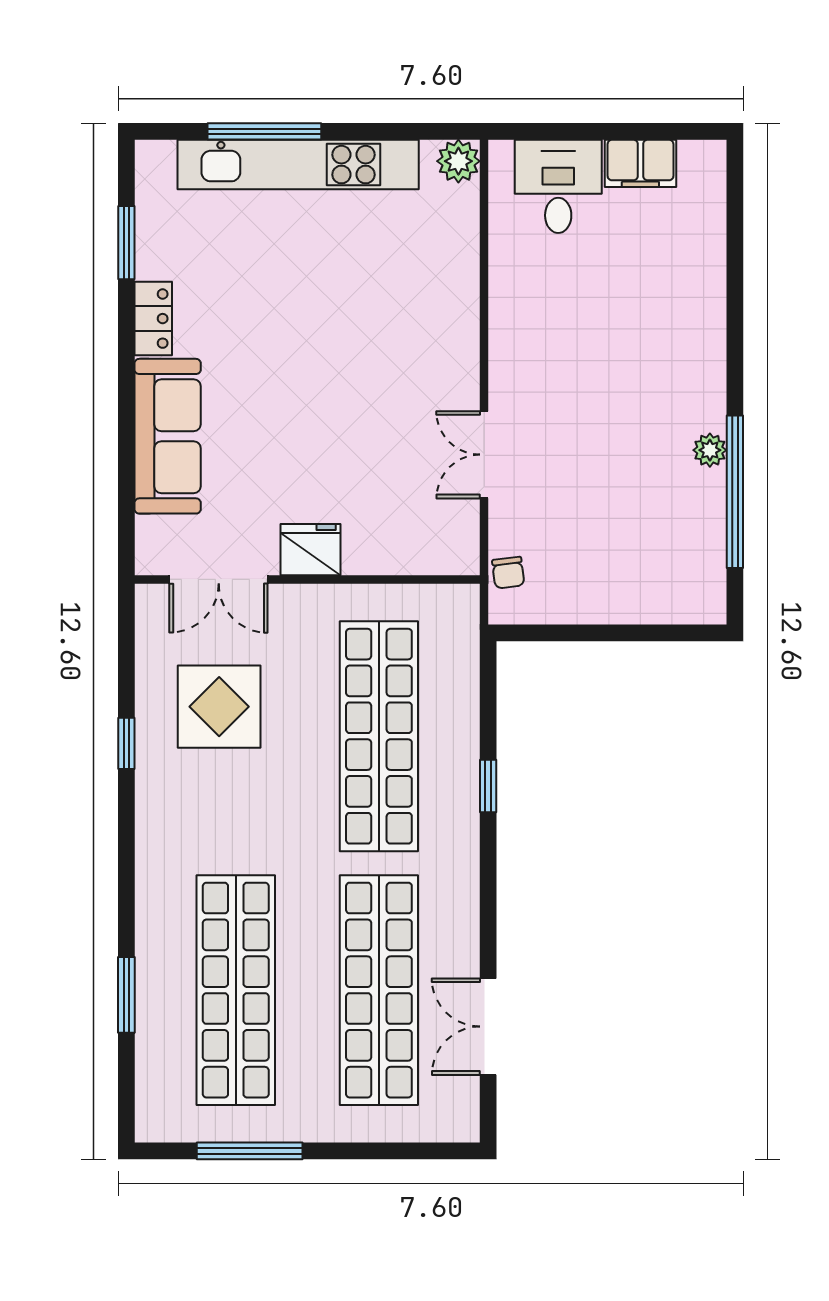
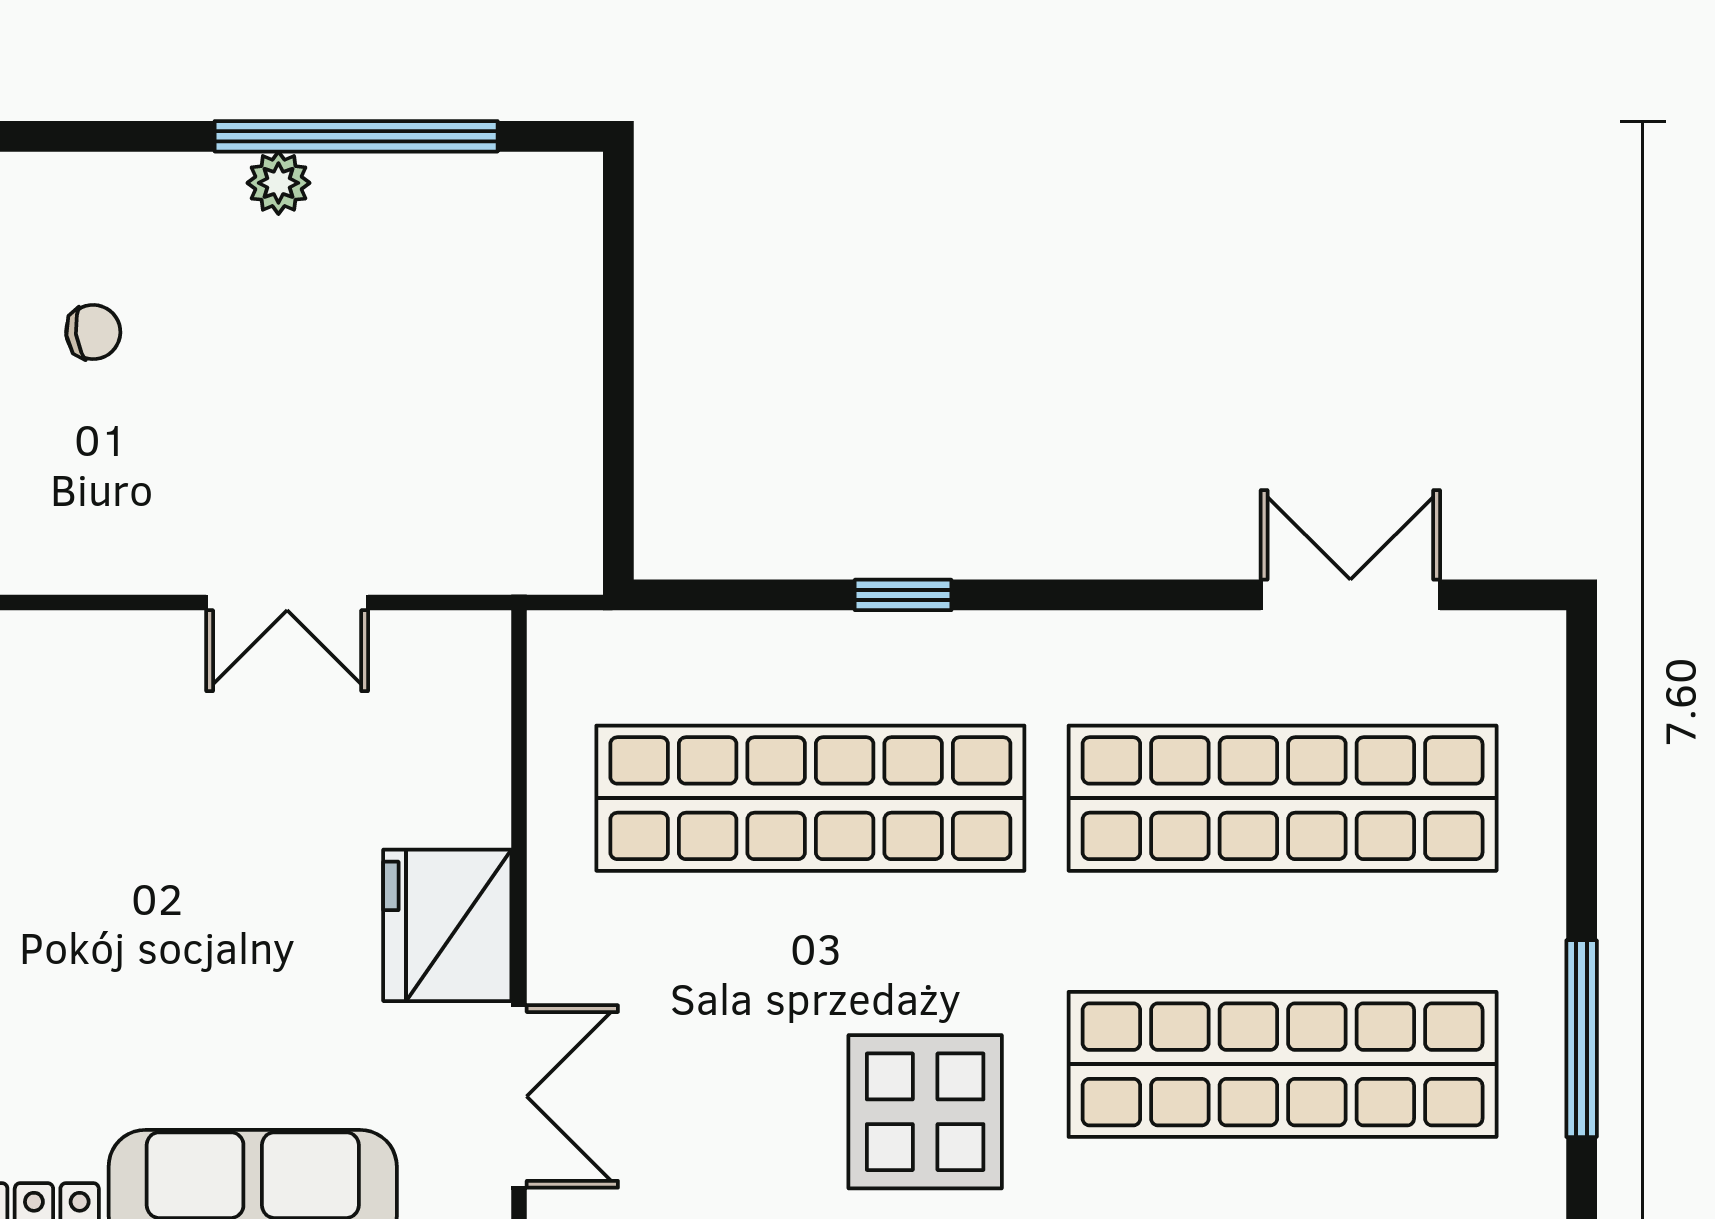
fridge: (311, 550) -> (447, 925), width x1.36, depth x1.34
chair: (508, 573) -> (93, 332), moved
display table: (219, 707) -> (925, 1112), moved
double door: (488, 1027) -> (1350, 595), swing flipped

